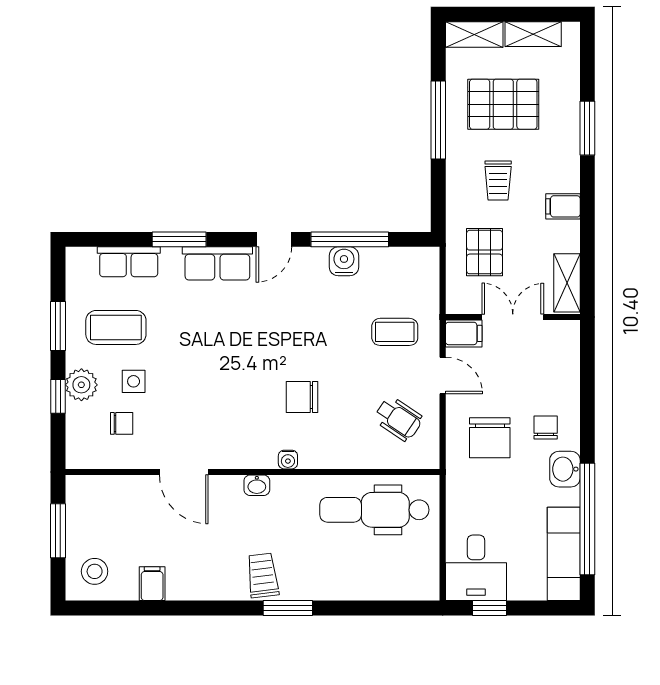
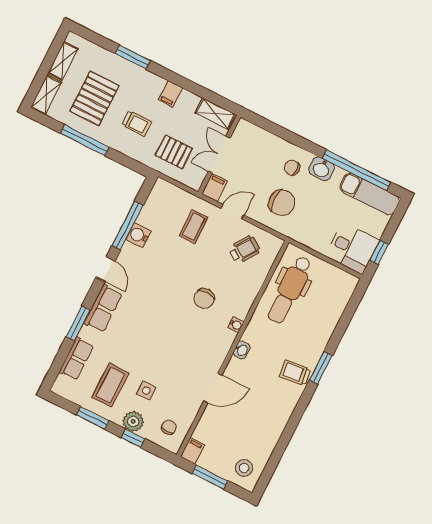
chair: (122, 423) -> (169, 427), moved
filing cabinet: (152, 584) -> (192, 451), moved, turned 90

